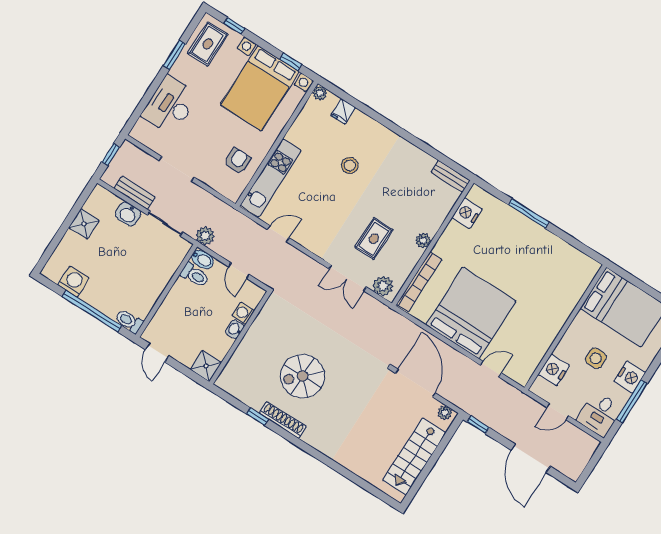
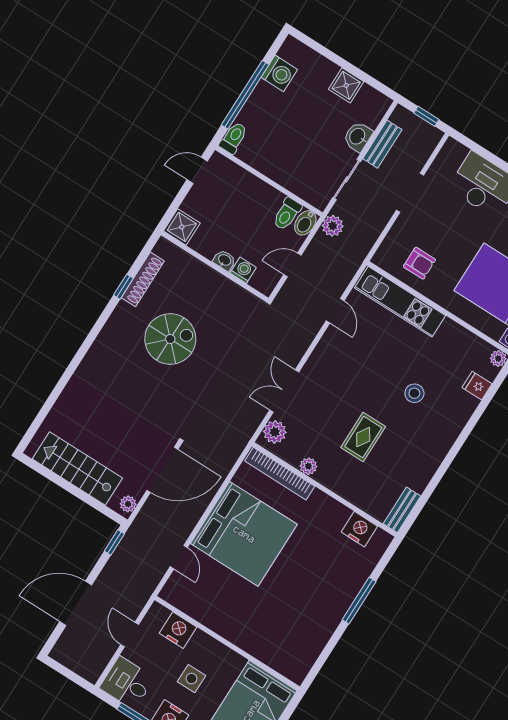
rug: (374, 239) -> (363, 437), moved, turned 90
plant: (423, 241) -> (308, 466), moved
spiral stairs: (303, 376) -> (170, 339), turned 90
shoe rack: (283, 420) -> (143, 279), moved

